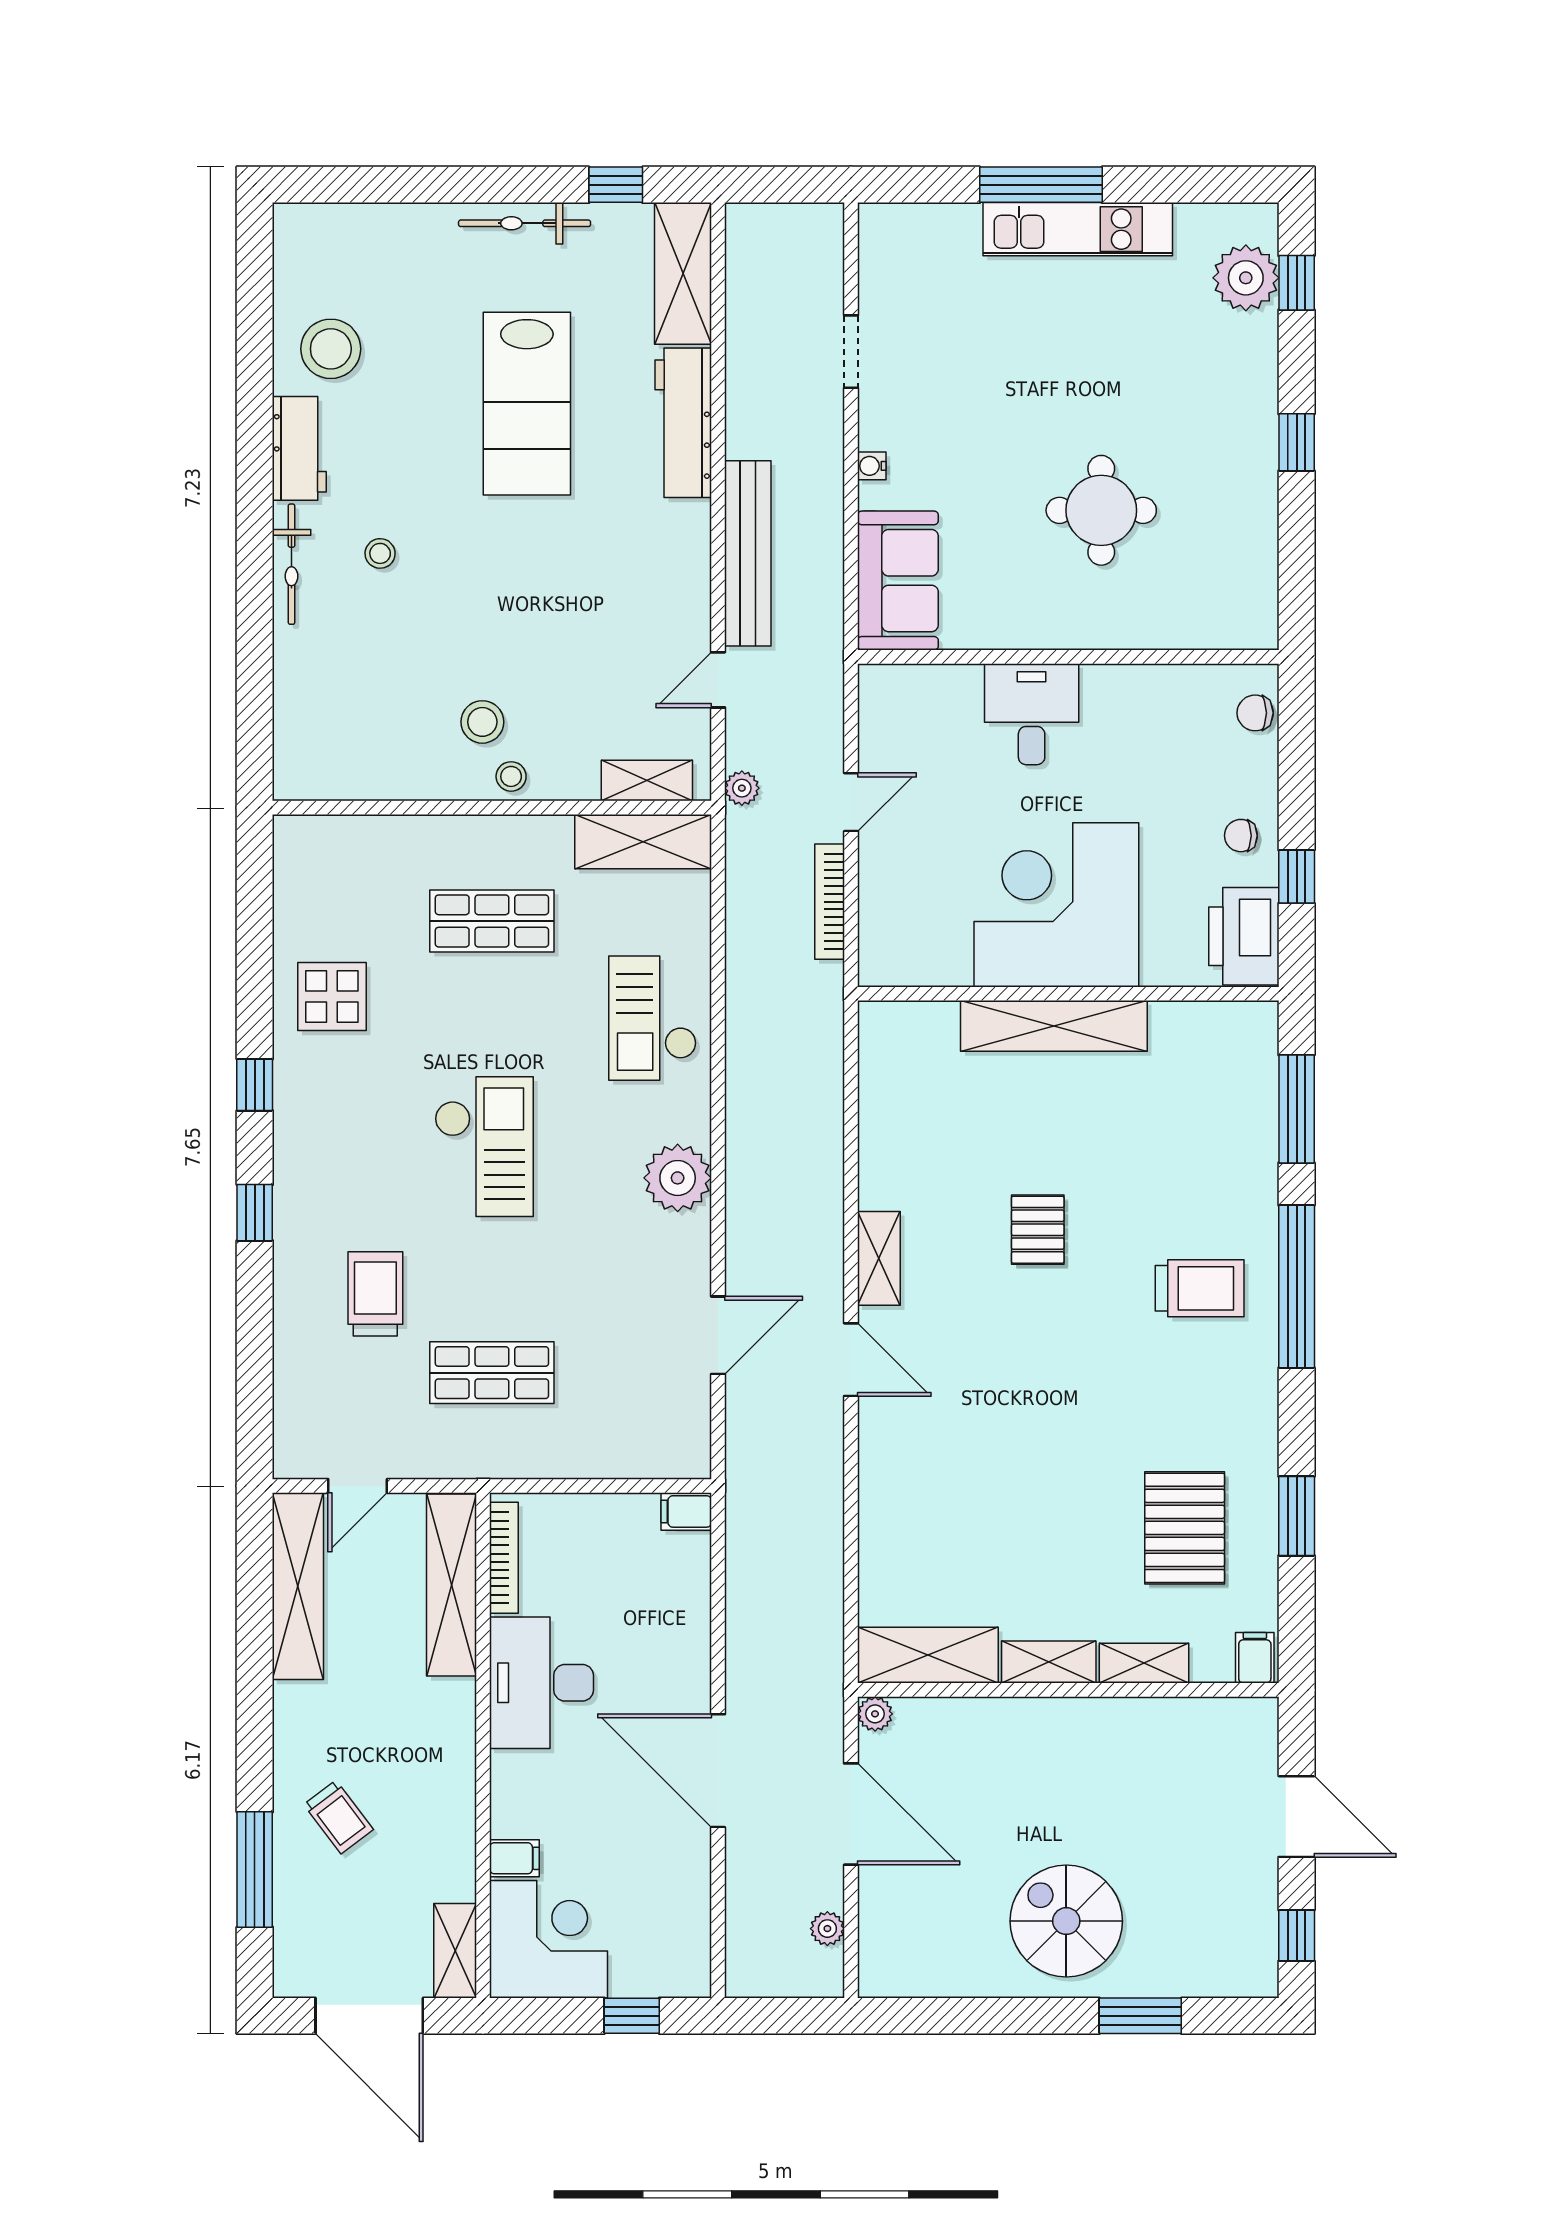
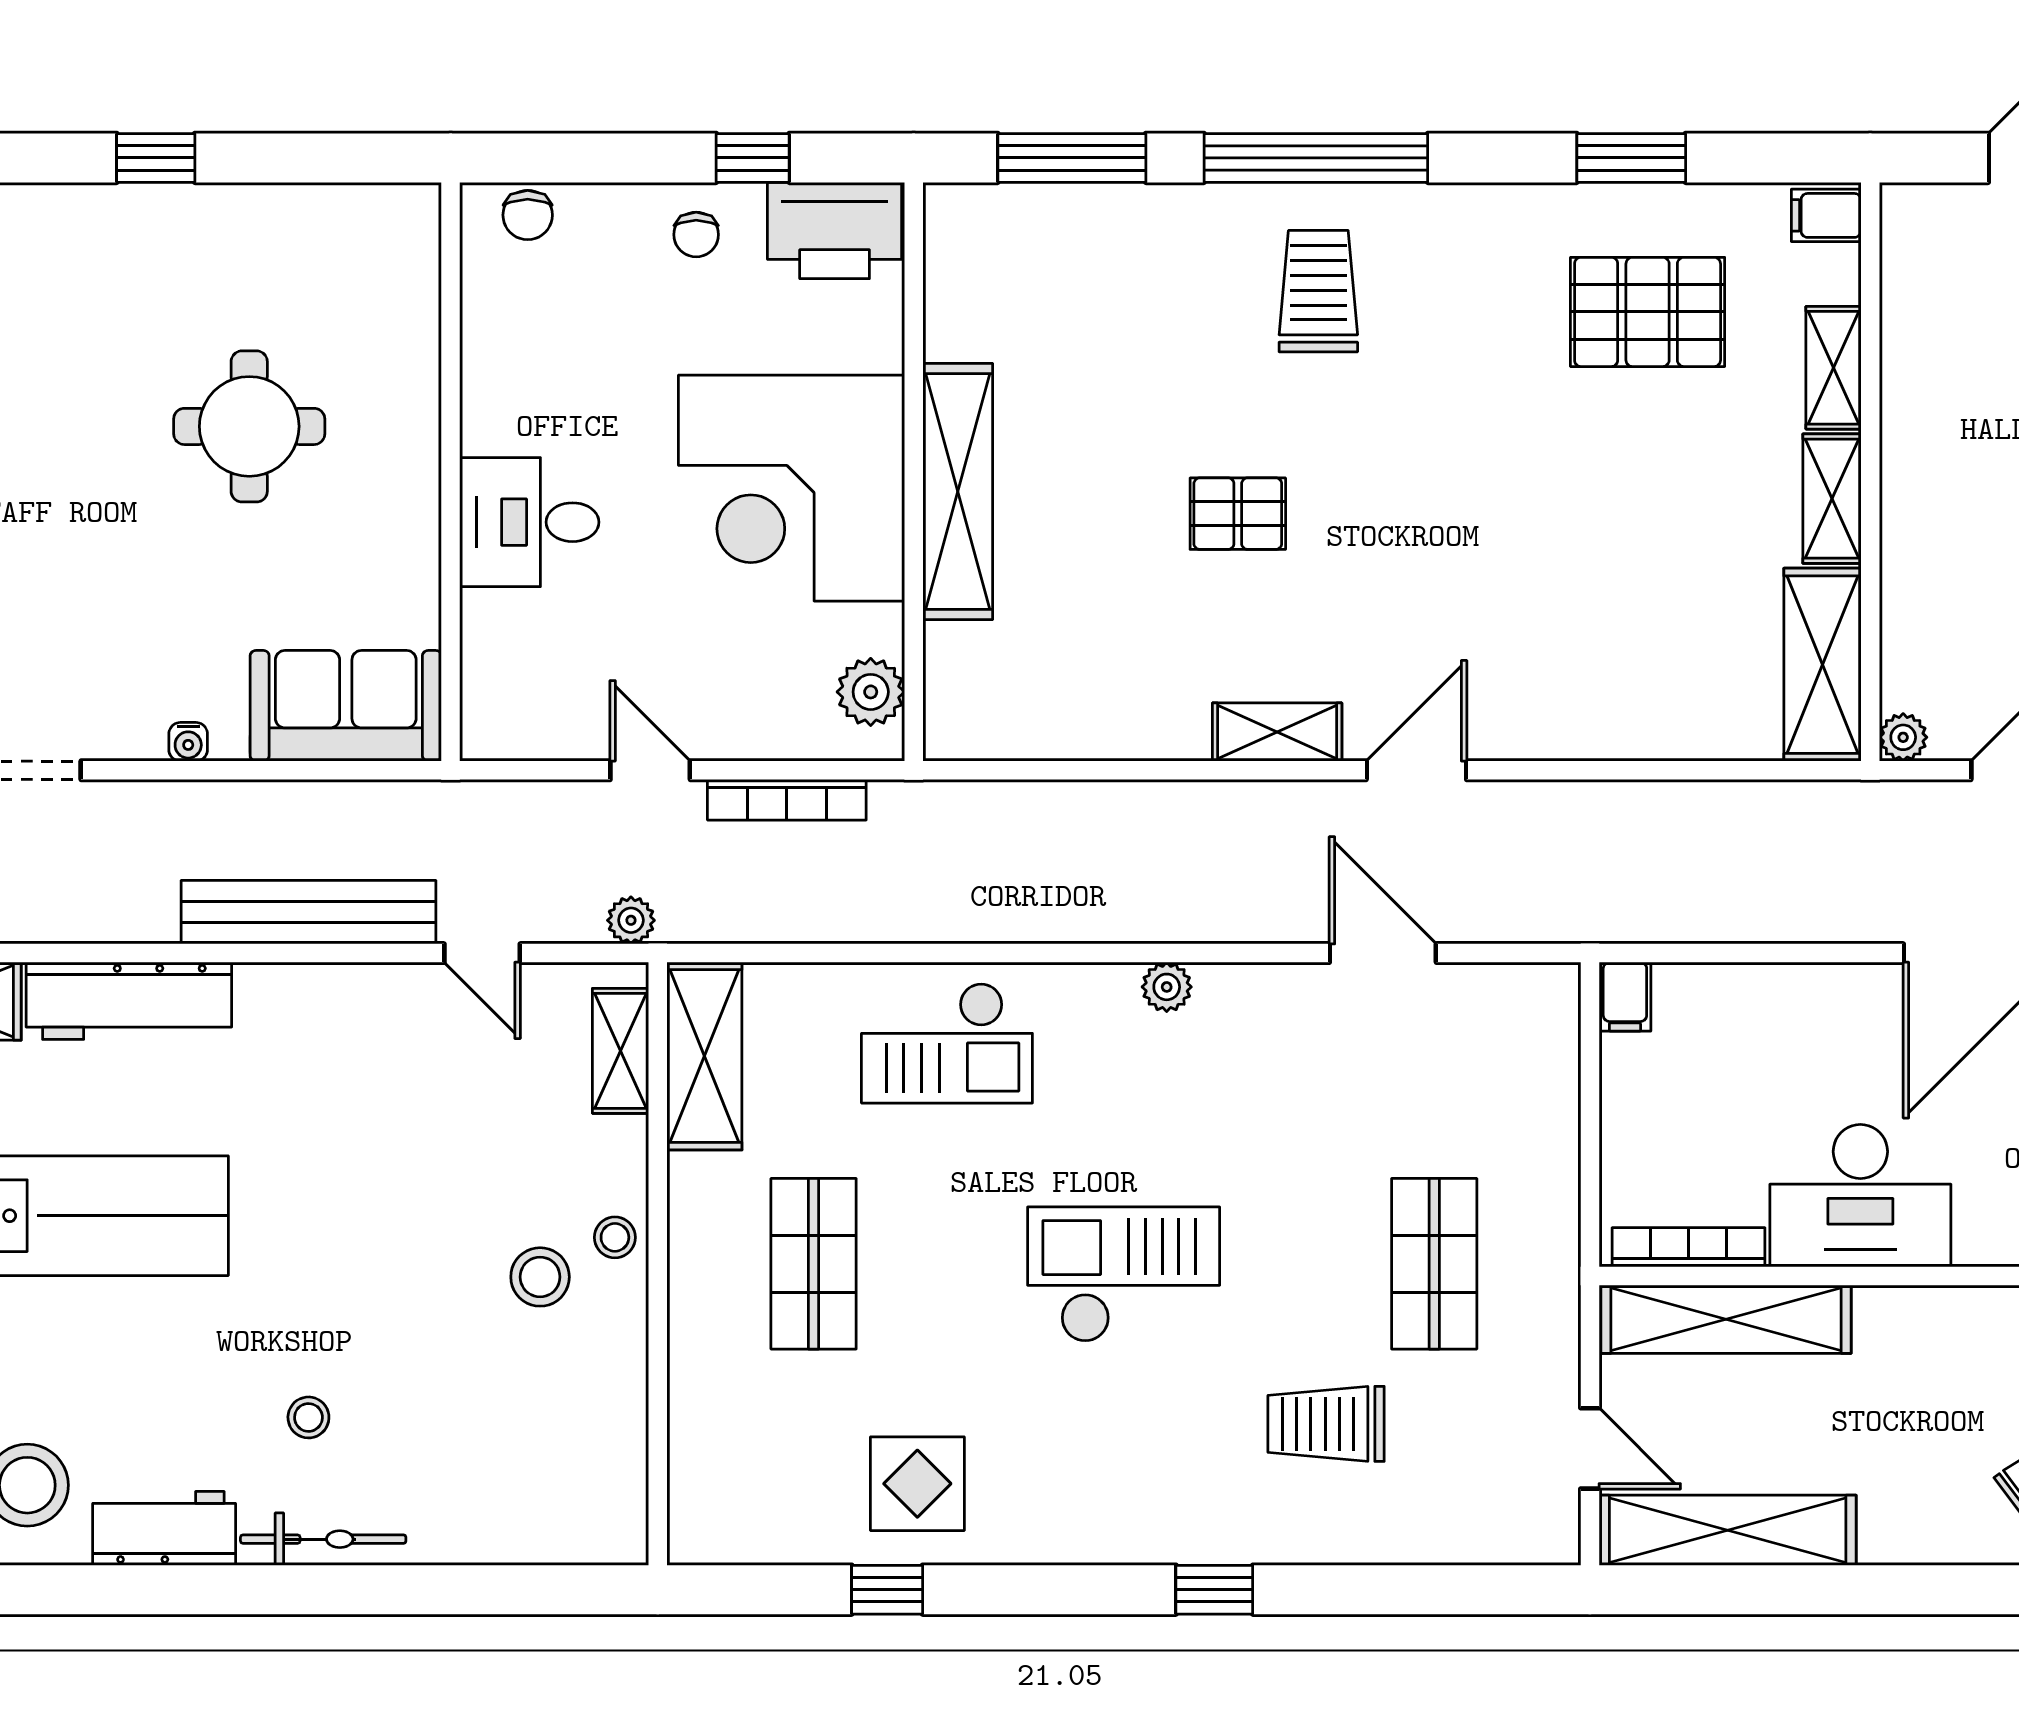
plant: (908, 963) -> (871, 692), added
window: (255, 1085) -> (887, 1590), moved
plant: (678, 1178) -> (1167, 987), width x0.53, depth x0.53

